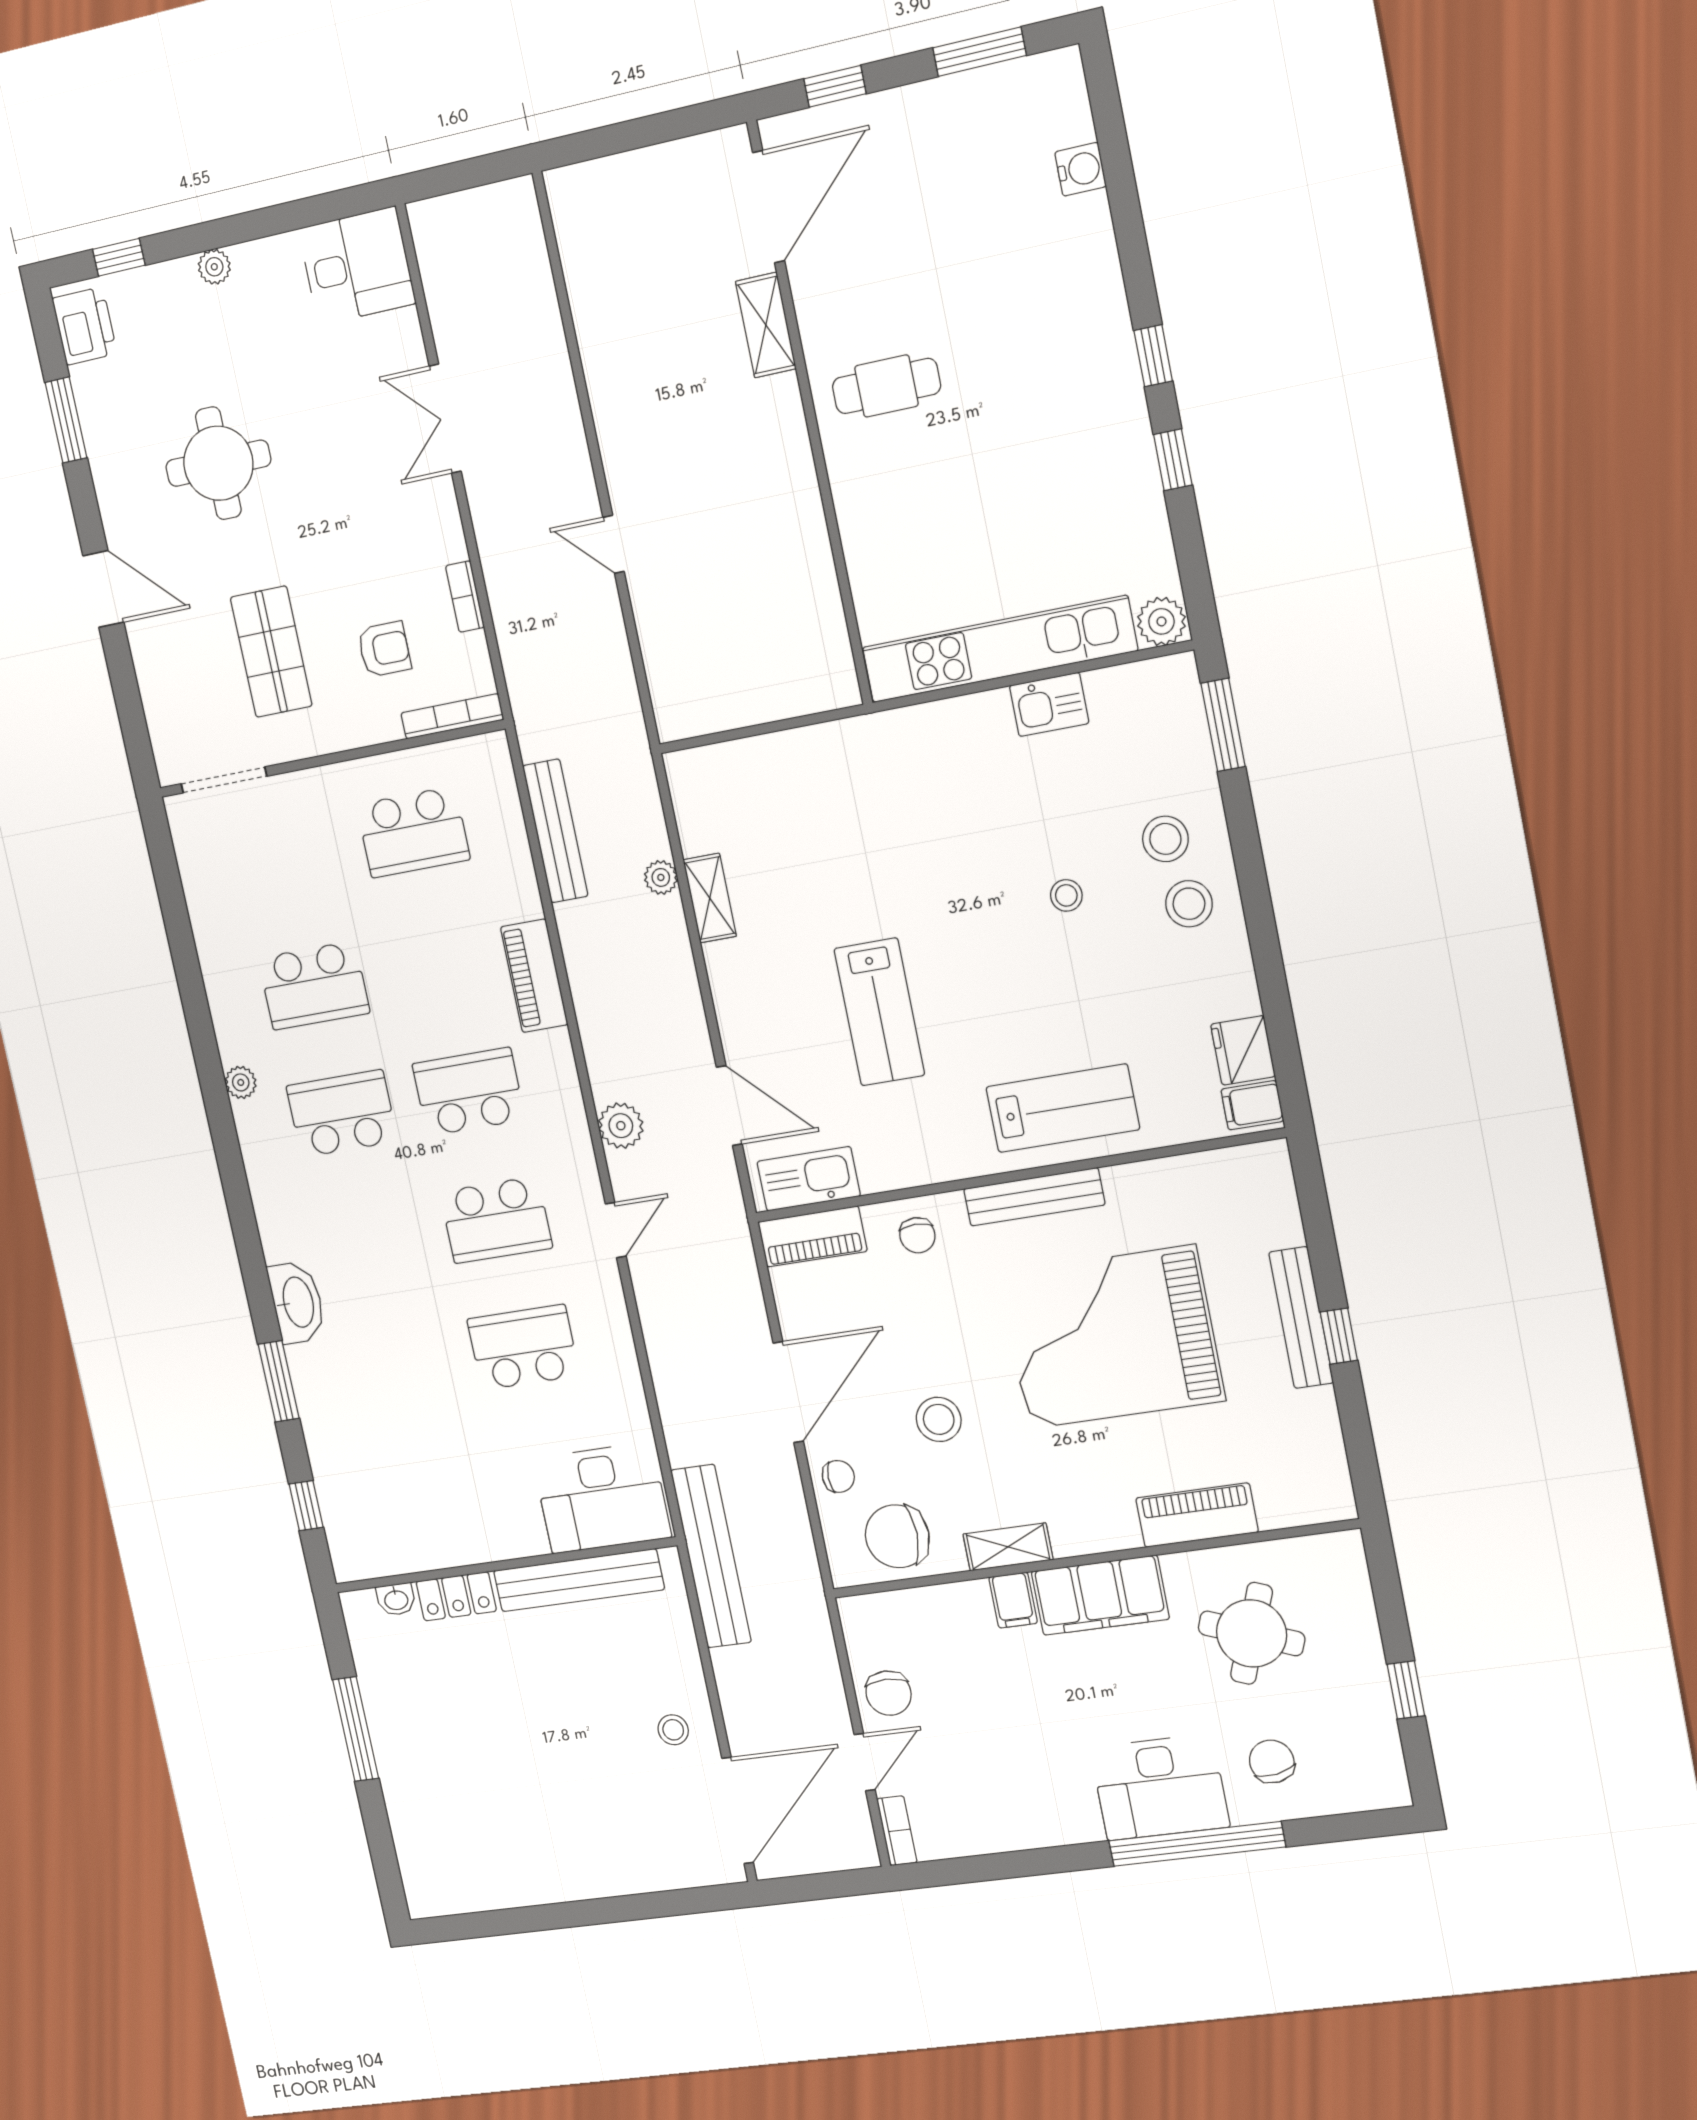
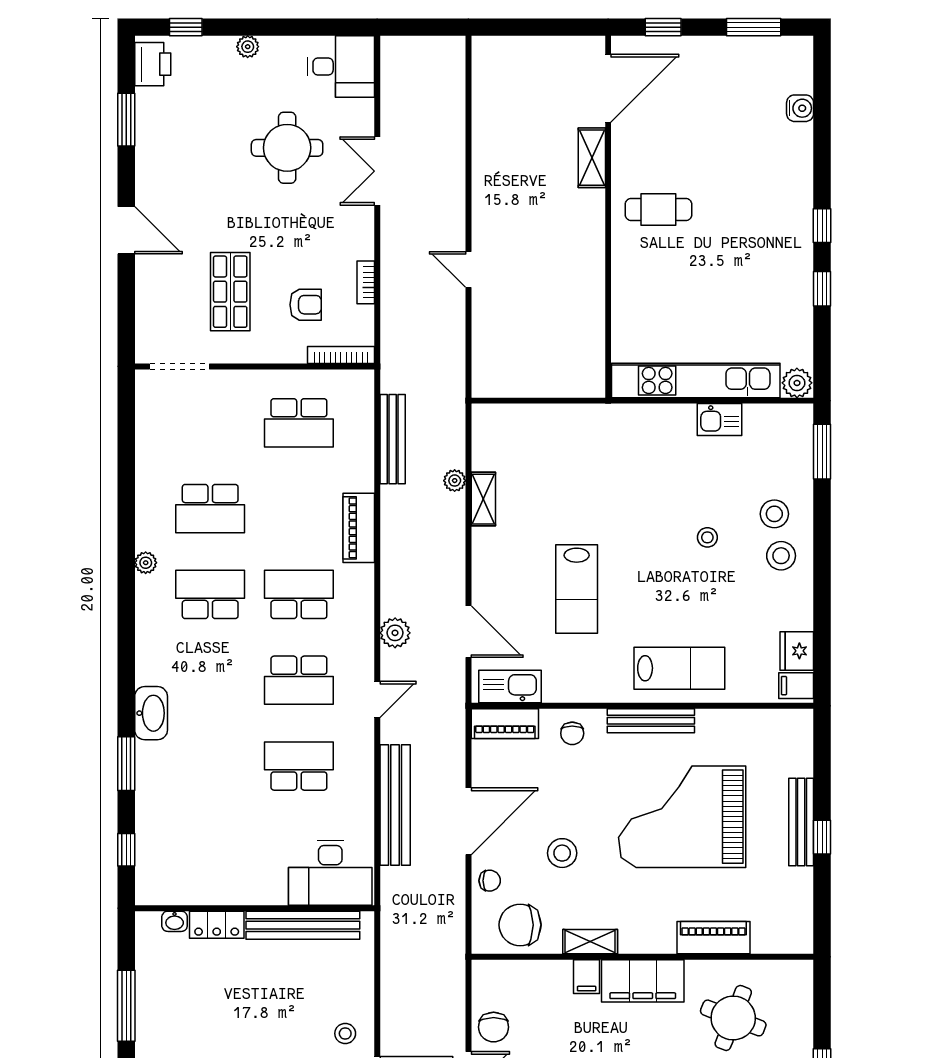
round table: (218, 463) -> (287, 148), moved
bench: (711, 1556) -> (395, 805), moved

